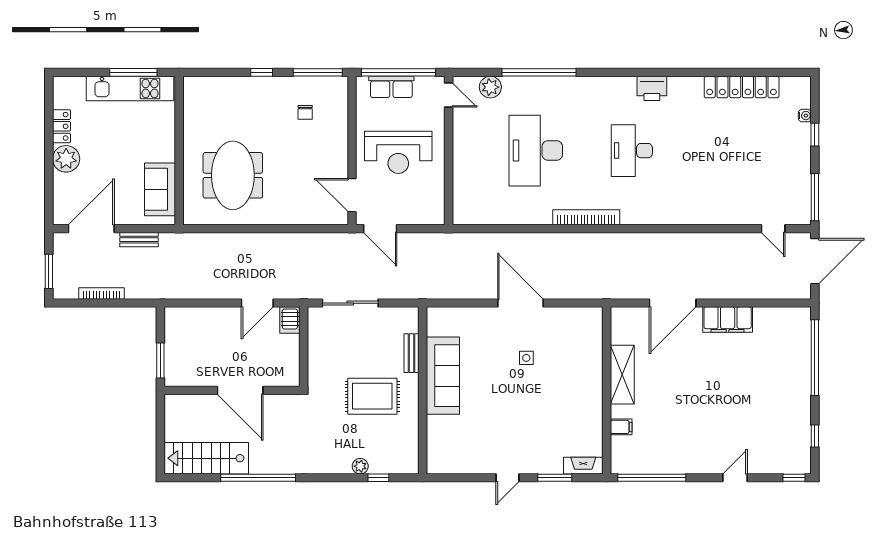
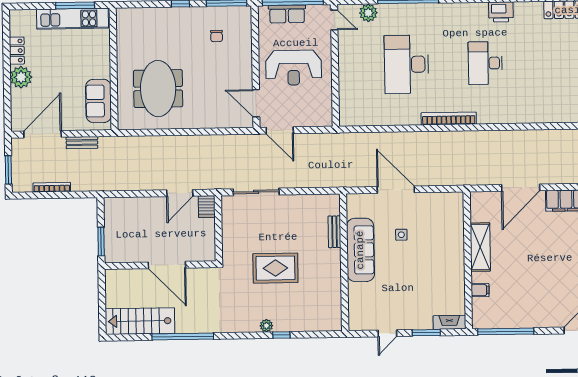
bench: (411, 353) -> (334, 232), moved
sofa: (443, 376) -> (360, 250), moved
wall: (423, 390) -> (344, 262), moved

